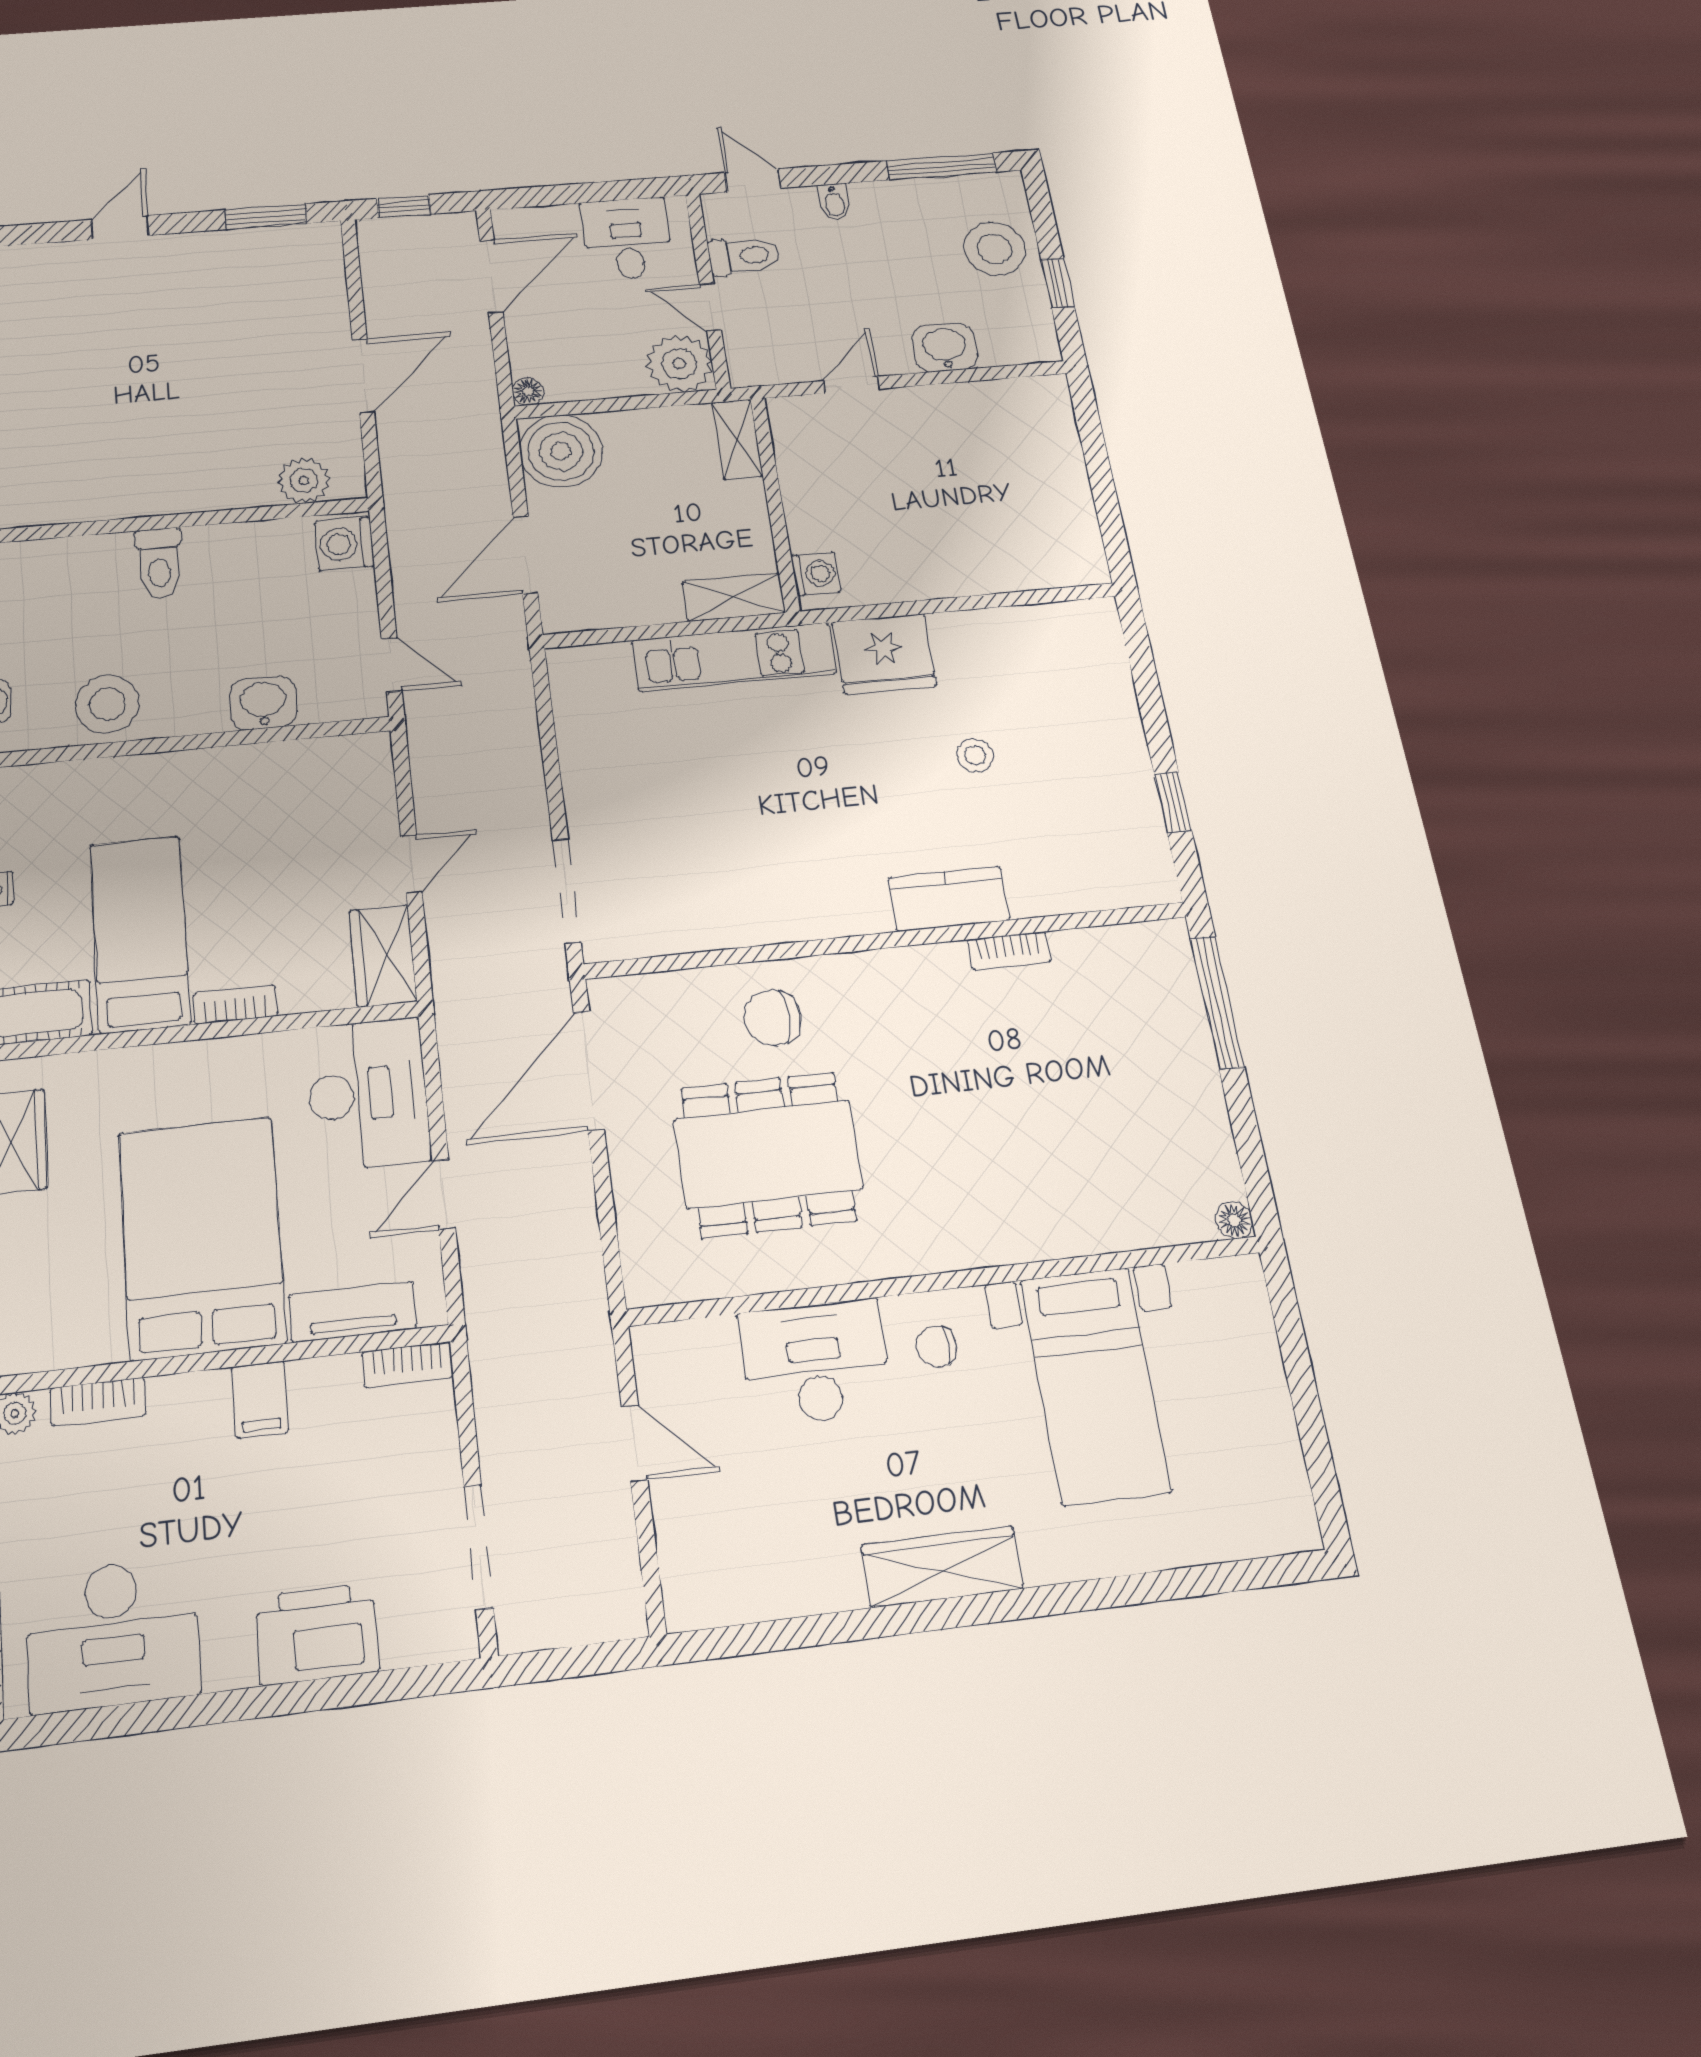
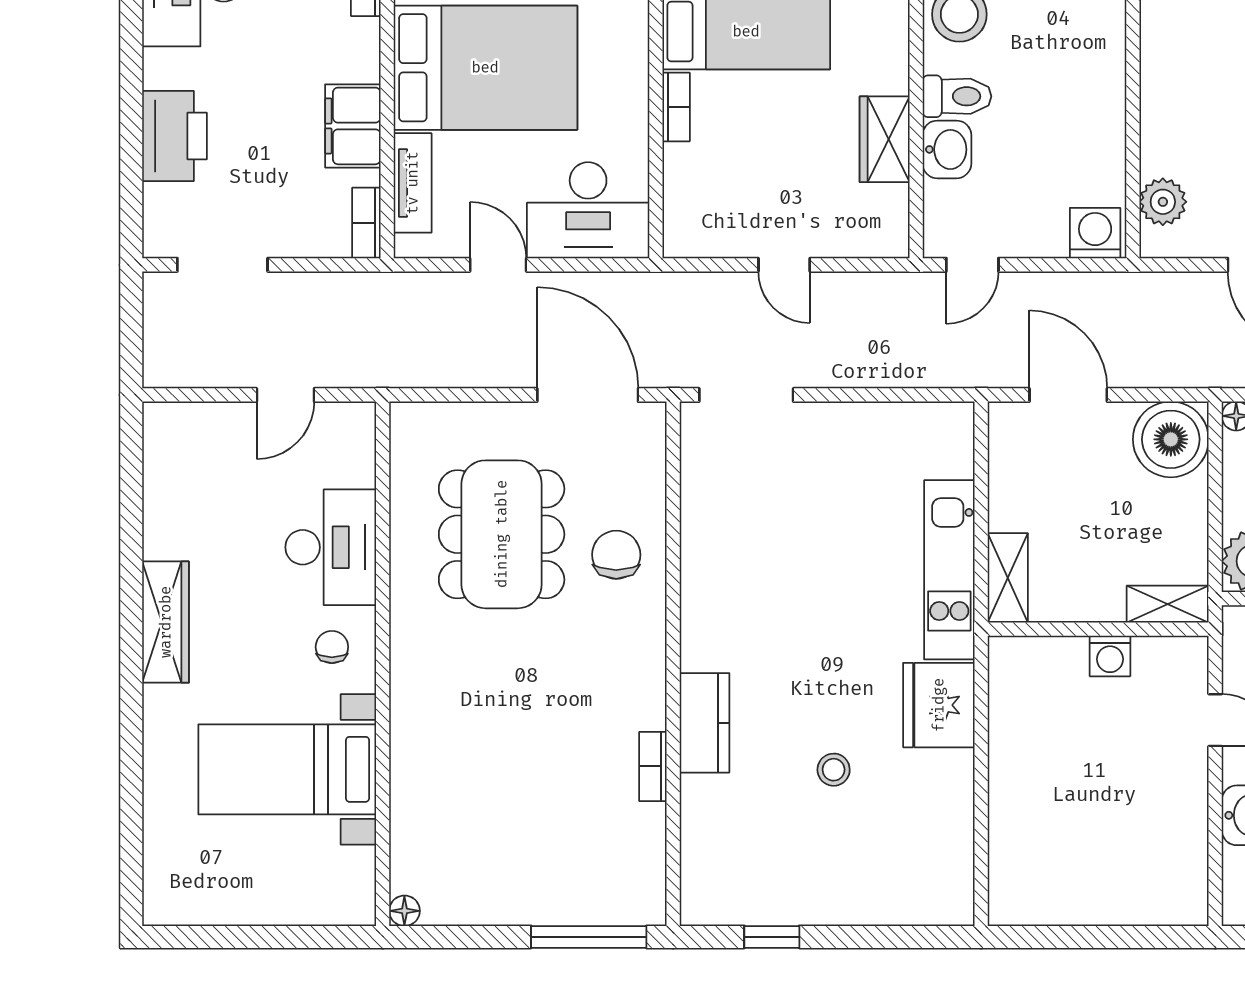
toilet: (159, 563) -> (957, 96), moved, turned 180
washing machine: (816, 574) -> (1110, 656), moved
wardrobe: (383, 956) -> (885, 139), moved, turned -90
filing cabinet: (260, 1400) -> (353, 126), width x2.00

